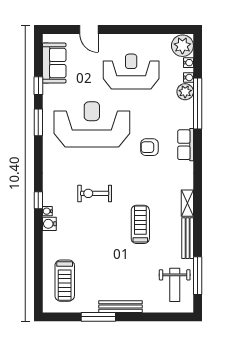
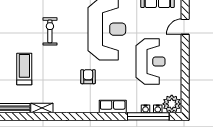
plant: (185, 92) -> (134, 106), removed
window: (198, 104) -> (148, 116), moved
row of seats: (186, 145) -> (113, 106), moved
treadmill: (140, 224) -> (24, 69), turned -90

